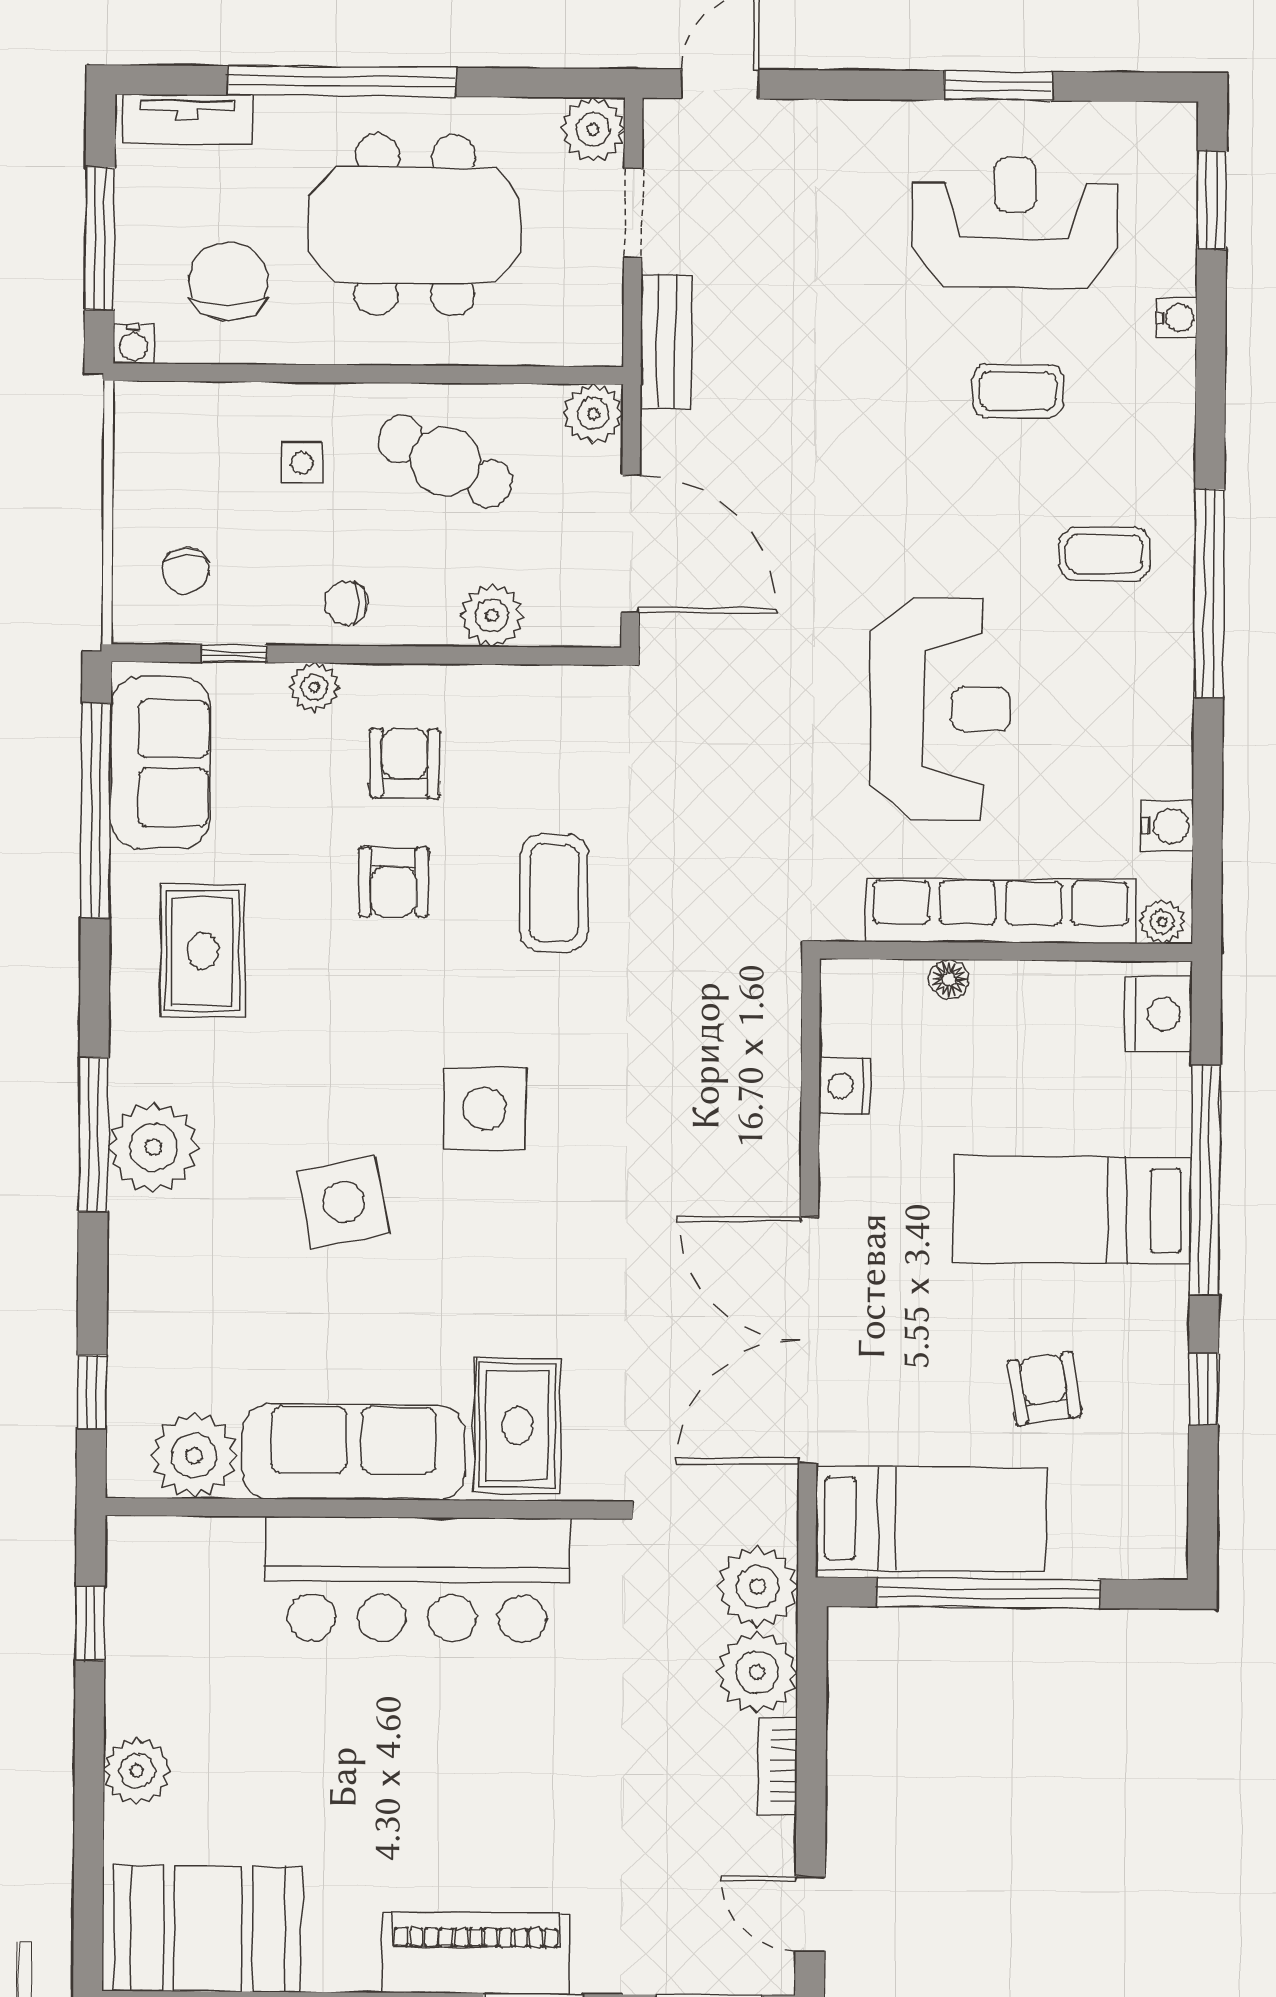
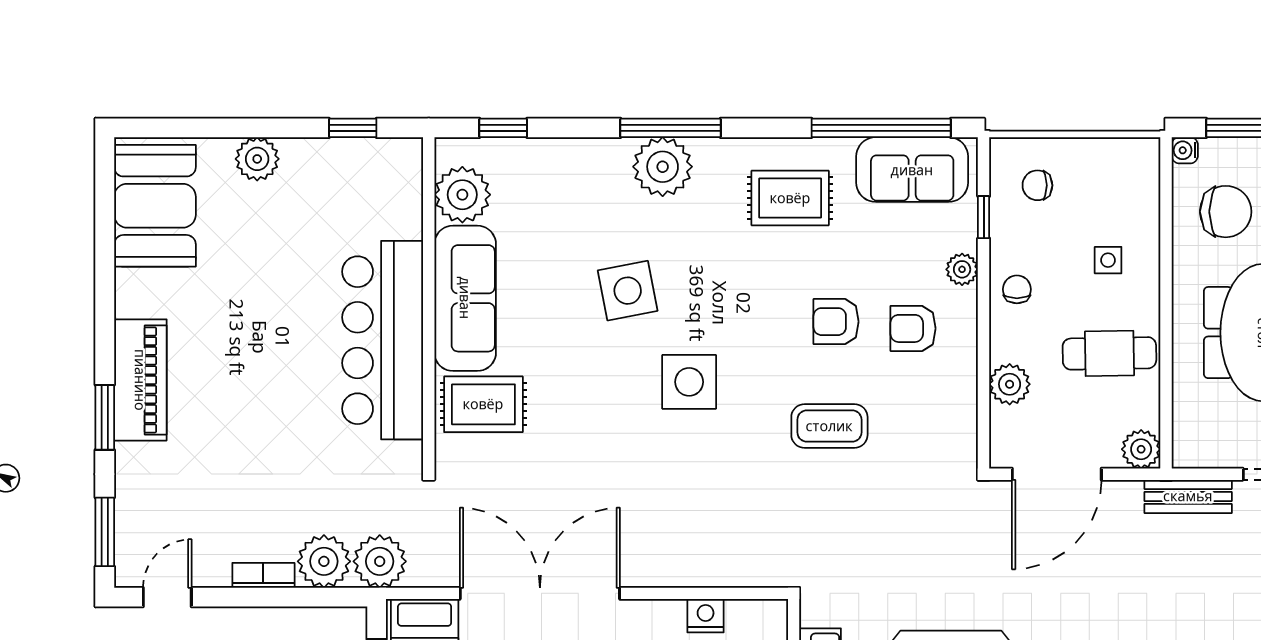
cafe table: (445, 461) -> (1109, 353), turned 63
armchair: (405, 763) -> (913, 328), turned 180

